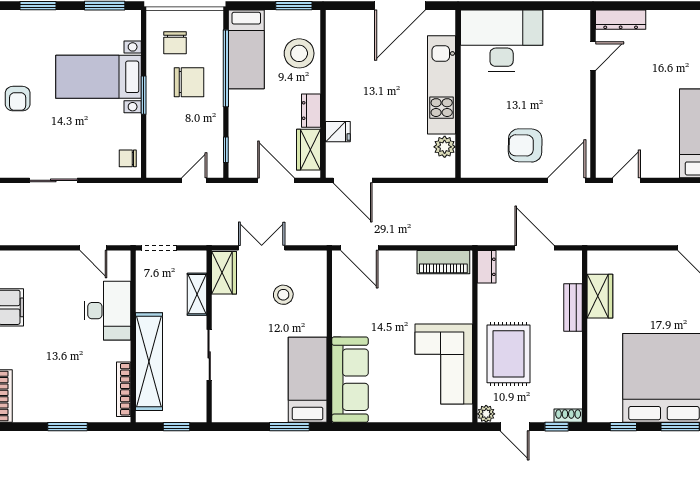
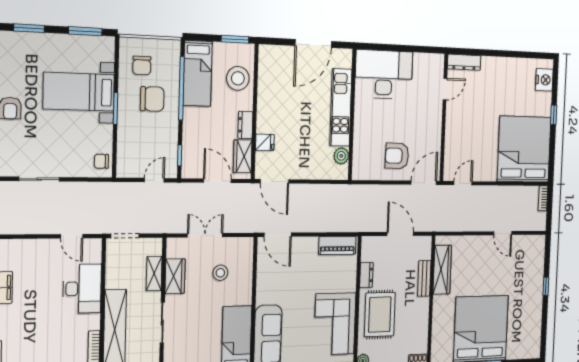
dresser: (487, 267) -> (366, 275), moved
wardrobe: (224, 273) -> (175, 276), moved
wardrobe: (600, 296) -> (442, 270), width x1.50

